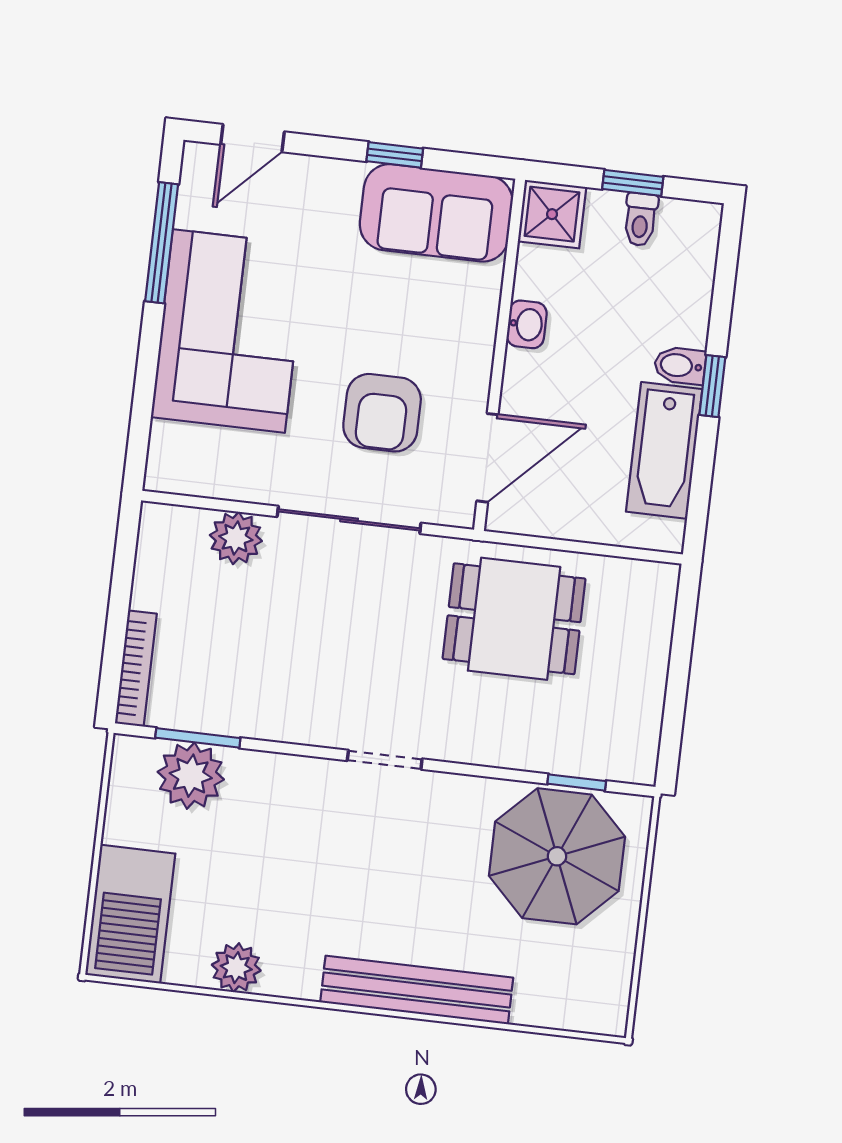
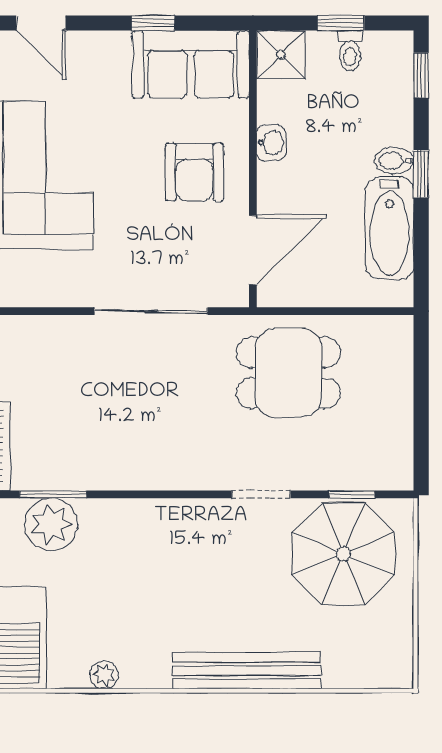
door: (252, 138) -> (41, 23), hinge flipped
window: (727, 261) -> (421, 75), added
armchair: (382, 413) -> (194, 172), moved
plant: (236, 538) -> (65, 335), removed
doorway: (385, 760) -> (261, 494), moved
plant: (236, 968) -> (104, 675), width x0.73, depth x0.73

